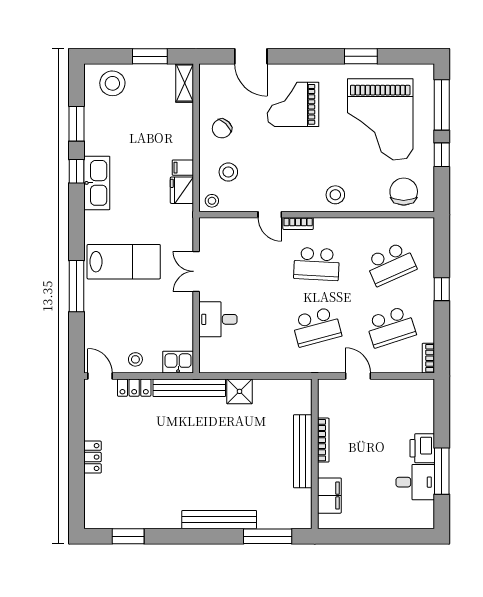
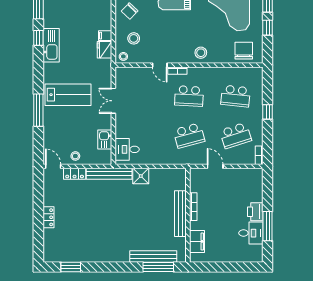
school desk: (391, 264) -> (236, 96), turned 30
desk: (218, 319) -> (127, 149), moved
kitchen sink: (178, 362) -> (105, 140), moved, turned -90
bench: (219, 520) -> (153, 257), moved

